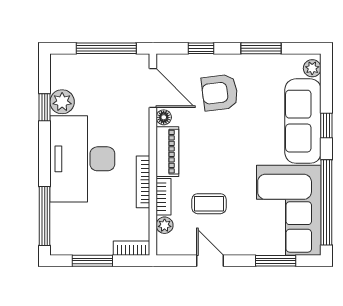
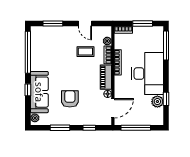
door: (153, 88) -> (113, 108), swing flipped
armchair: (220, 93) -> (70, 99), moved, turned -83
corner sofa: (289, 210) -> (46, 48), removed

